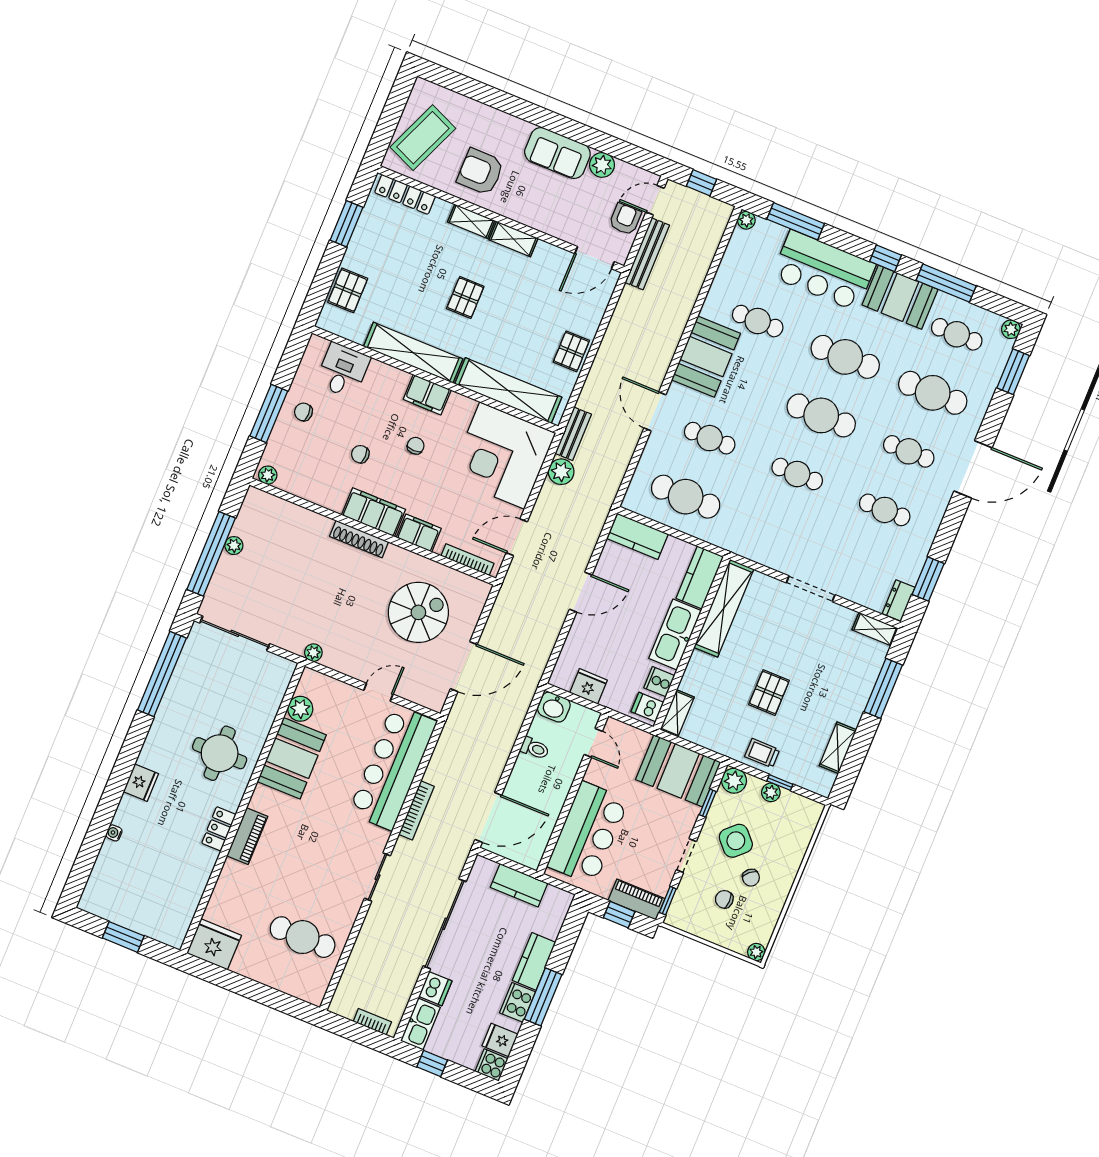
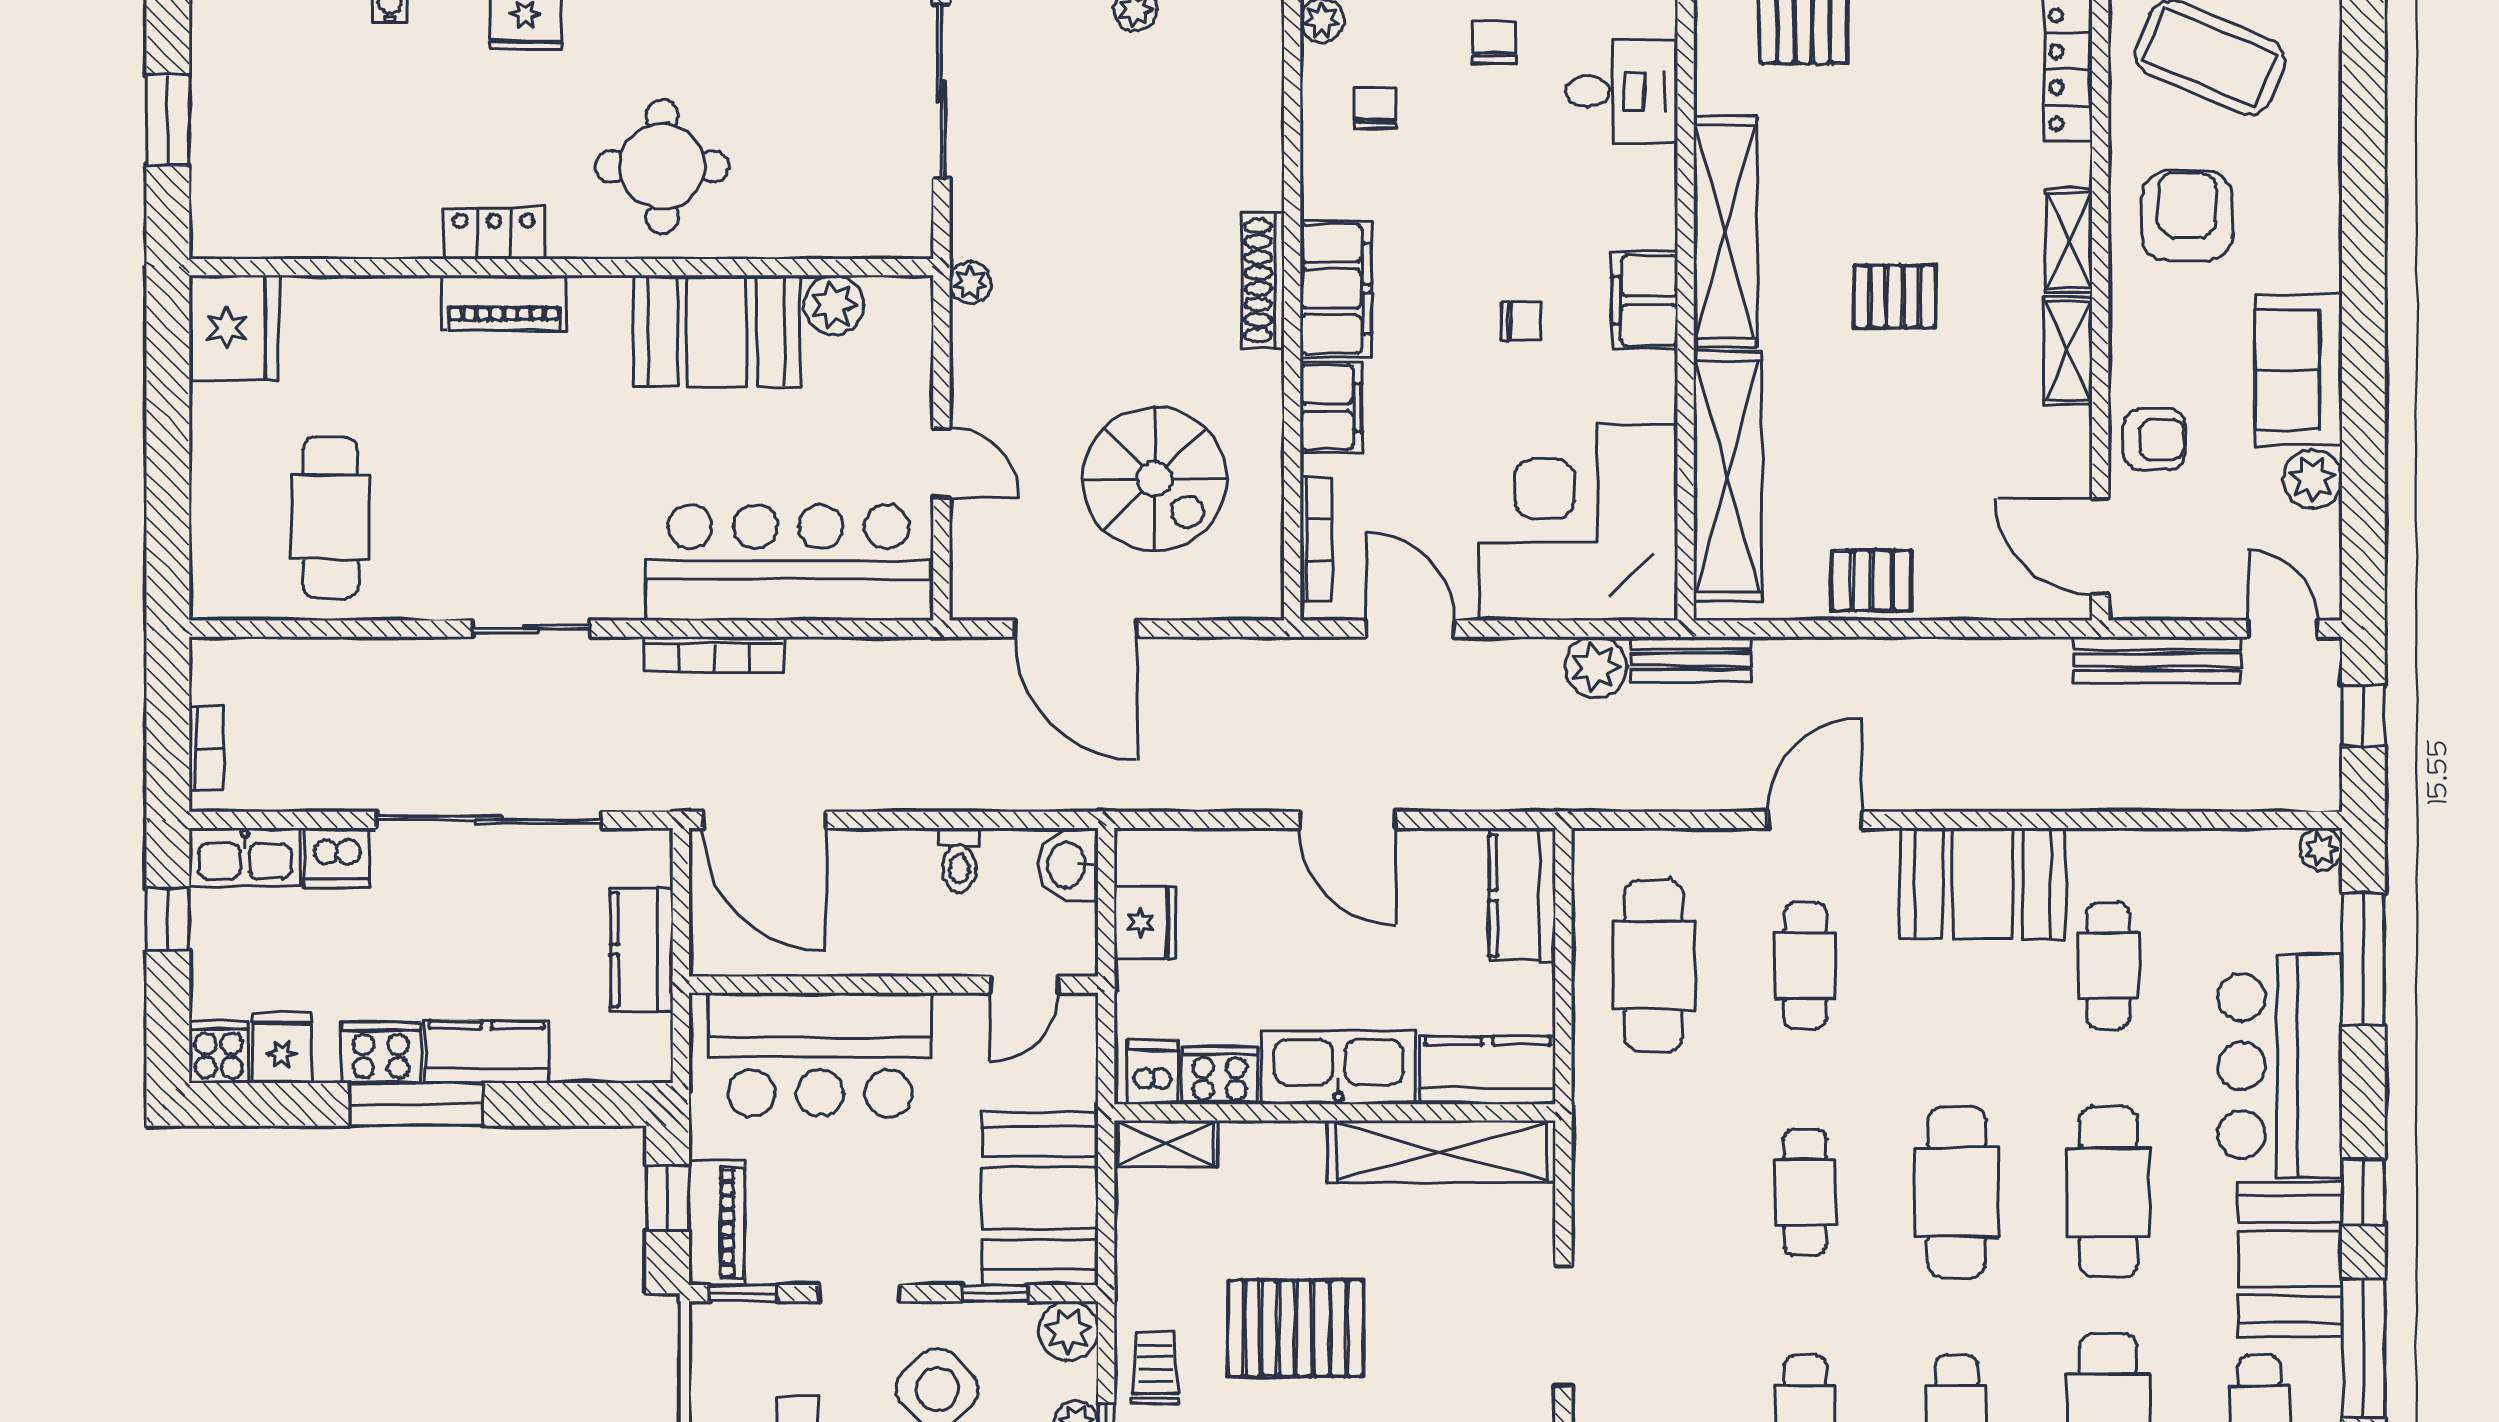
armchair: (625, 219) -> (2154, 439), moved
chair: (360, 454) -> (1375, 108), moved
cooker: (659, 682) -> (1220, 1075), width x1.36
pallet: (769, 693) -> (1296, 1328), width x1.50, depth x1.42

